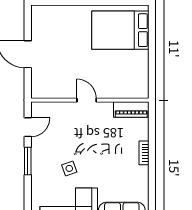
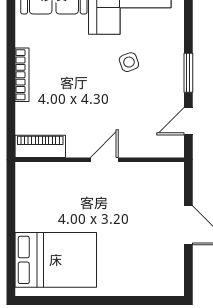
door: (87, 100) -> (104, 160), swing flipped
bookcase: (144, 153) -> (22, 75), width x1.56

